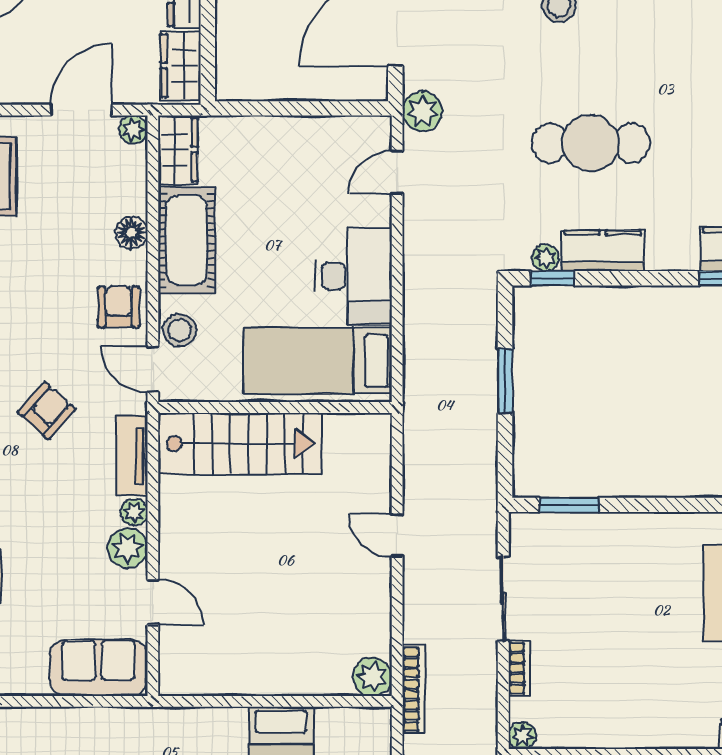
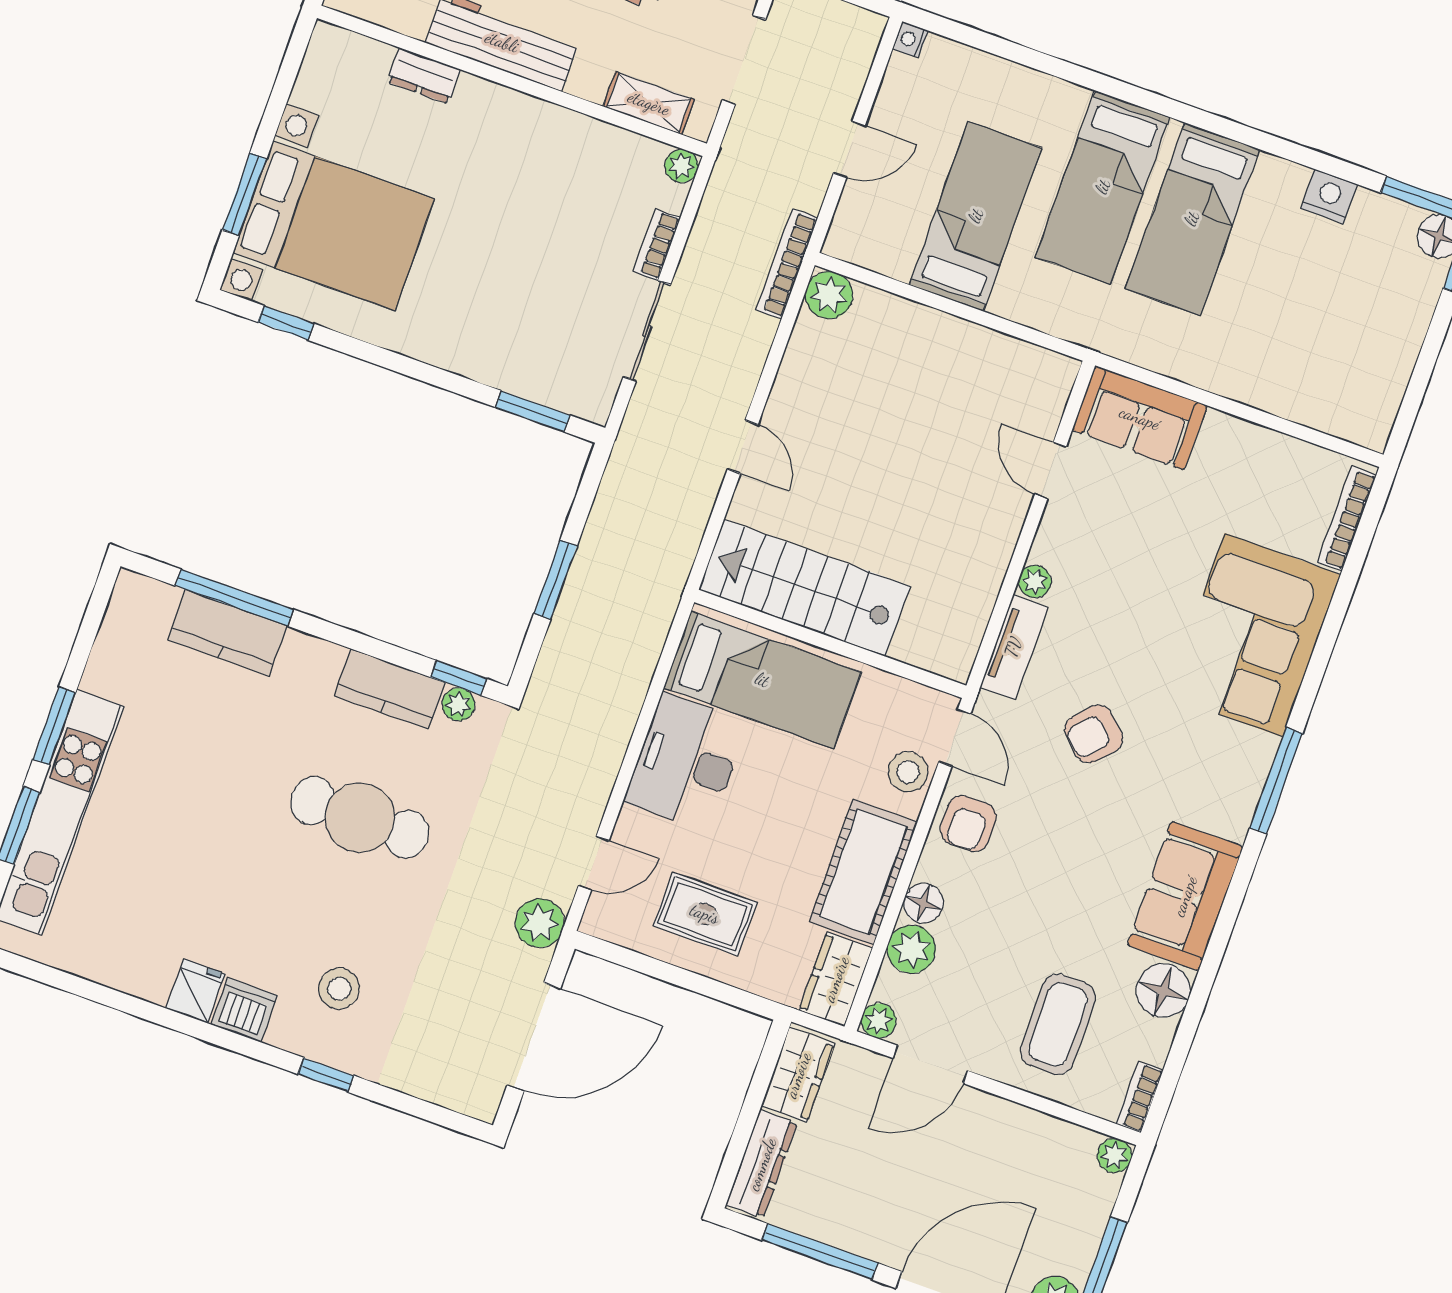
rug: (297, 164) -> (705, 914), added
stairs: (240, 444) -> (805, 588), moved
plant: (128, 548) -> (912, 949), moved

